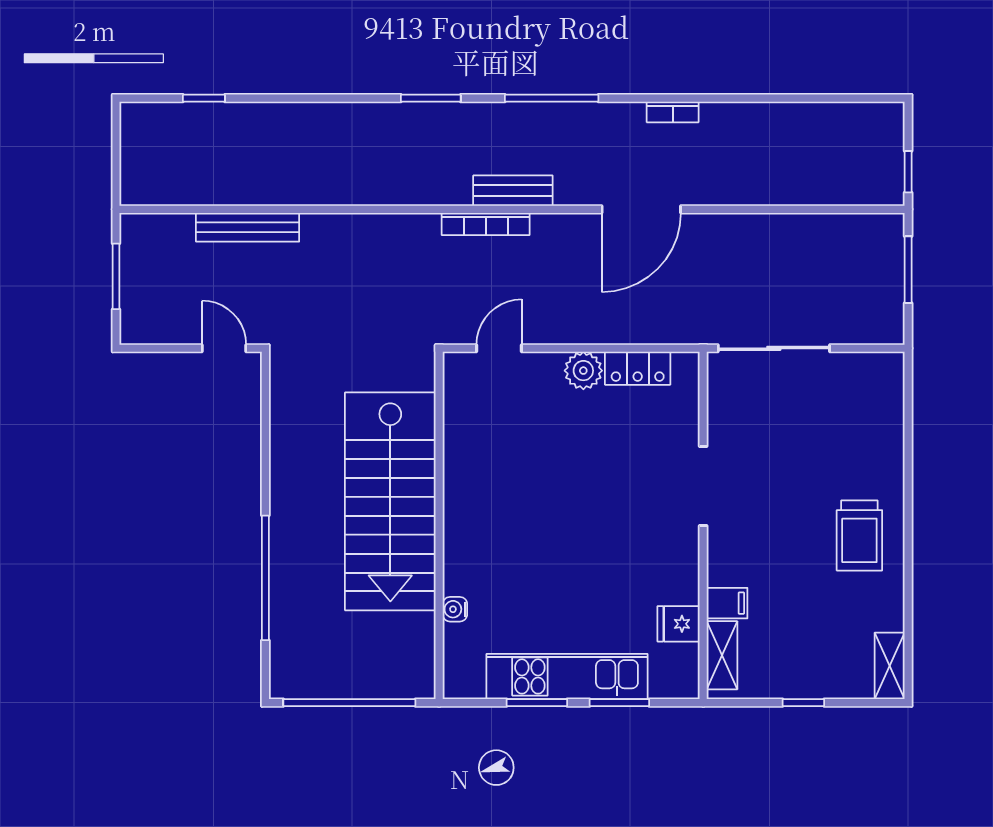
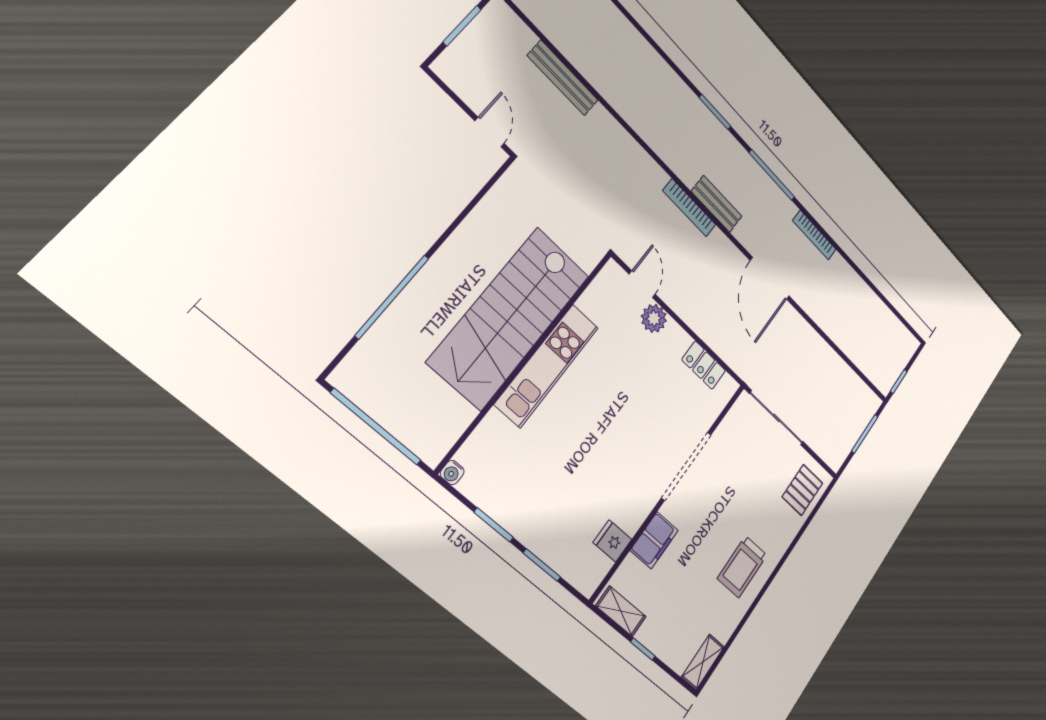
bookcase: (673, 112) -> (814, 235), width x1.56
door: (641, 209) -> (770, 278), hinge flipped
door: (499, 348) -> (642, 284), hinge flipped
plant: (583, 371) -> (654, 318), moved
pallet: (872, 397) -> (802, 490), added
doorway: (703, 486) -> (686, 466), width x1.36
filing cabinet: (727, 603) -> (654, 540), width x2.00
water cooler: (455, 609) -> (452, 473), moved, turned -90
shelving: (722, 655) -> (621, 611), moved, turned 90
kitchen unit: (567, 676) -> (547, 366), moved, turned 90

